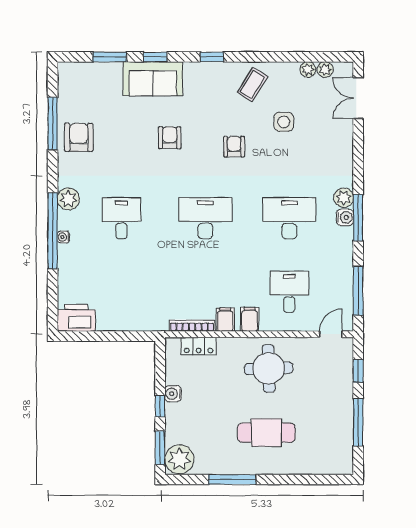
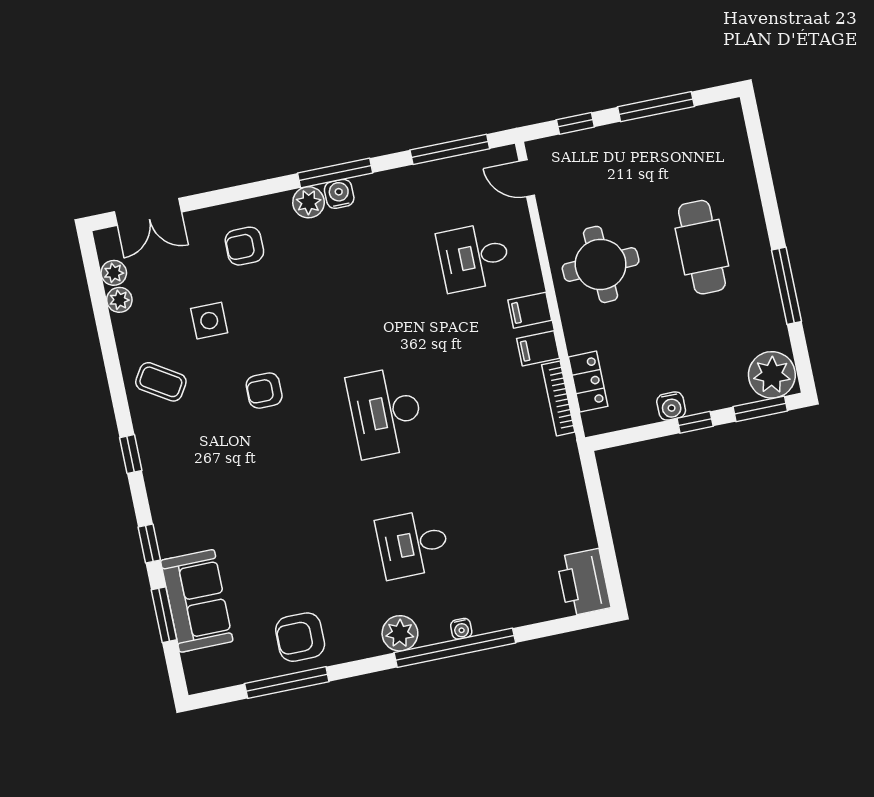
sofa: (153, 79) -> (197, 601), moved
armchair: (170, 138) -> (244, 246), moved
desk: (289, 218) -> (358, 281), removed

